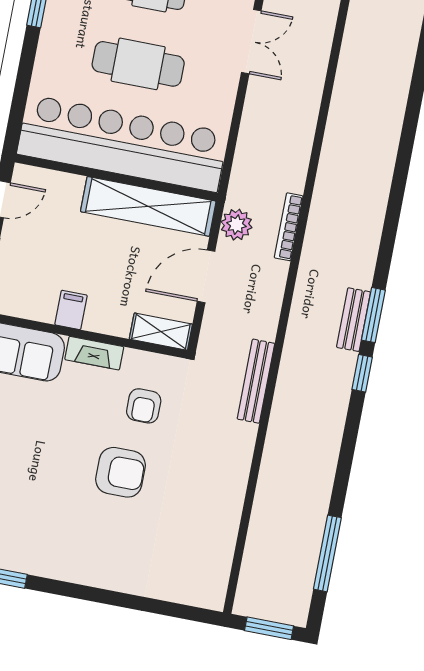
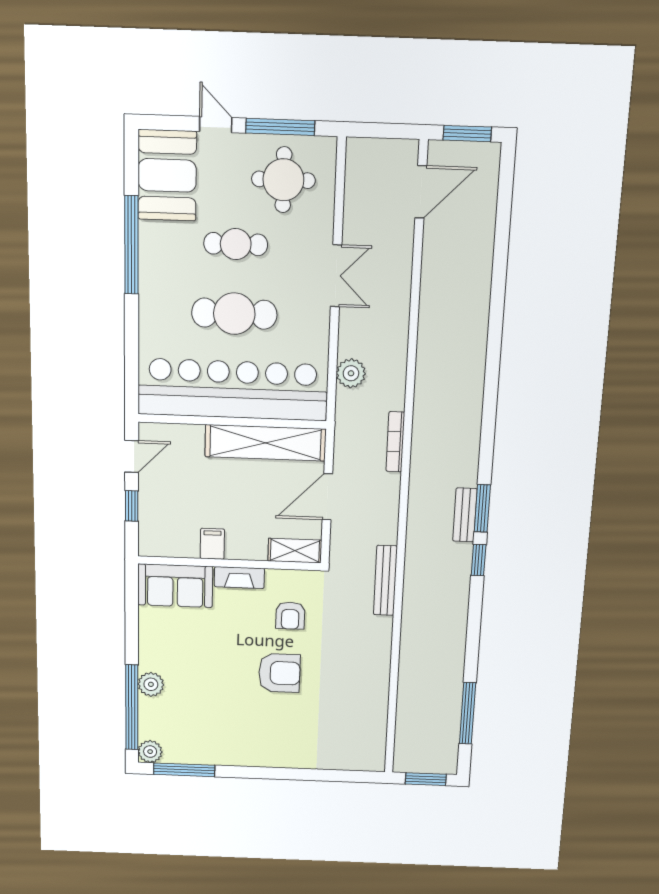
plant: (236, 225) -> (351, 373), moved

